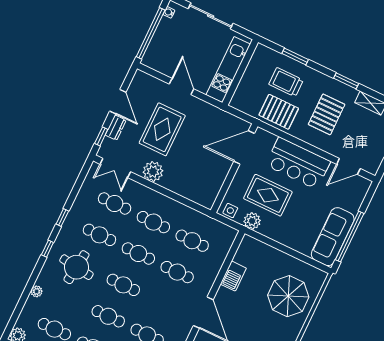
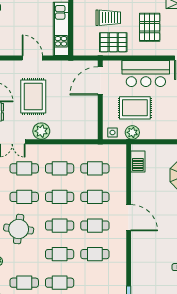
trolley: (286, 82) -> (108, 18), turned 180
barbecue: (233, 276) -> (138, 161), moved
cafe table: (162, 303) -> (95, 226), added

